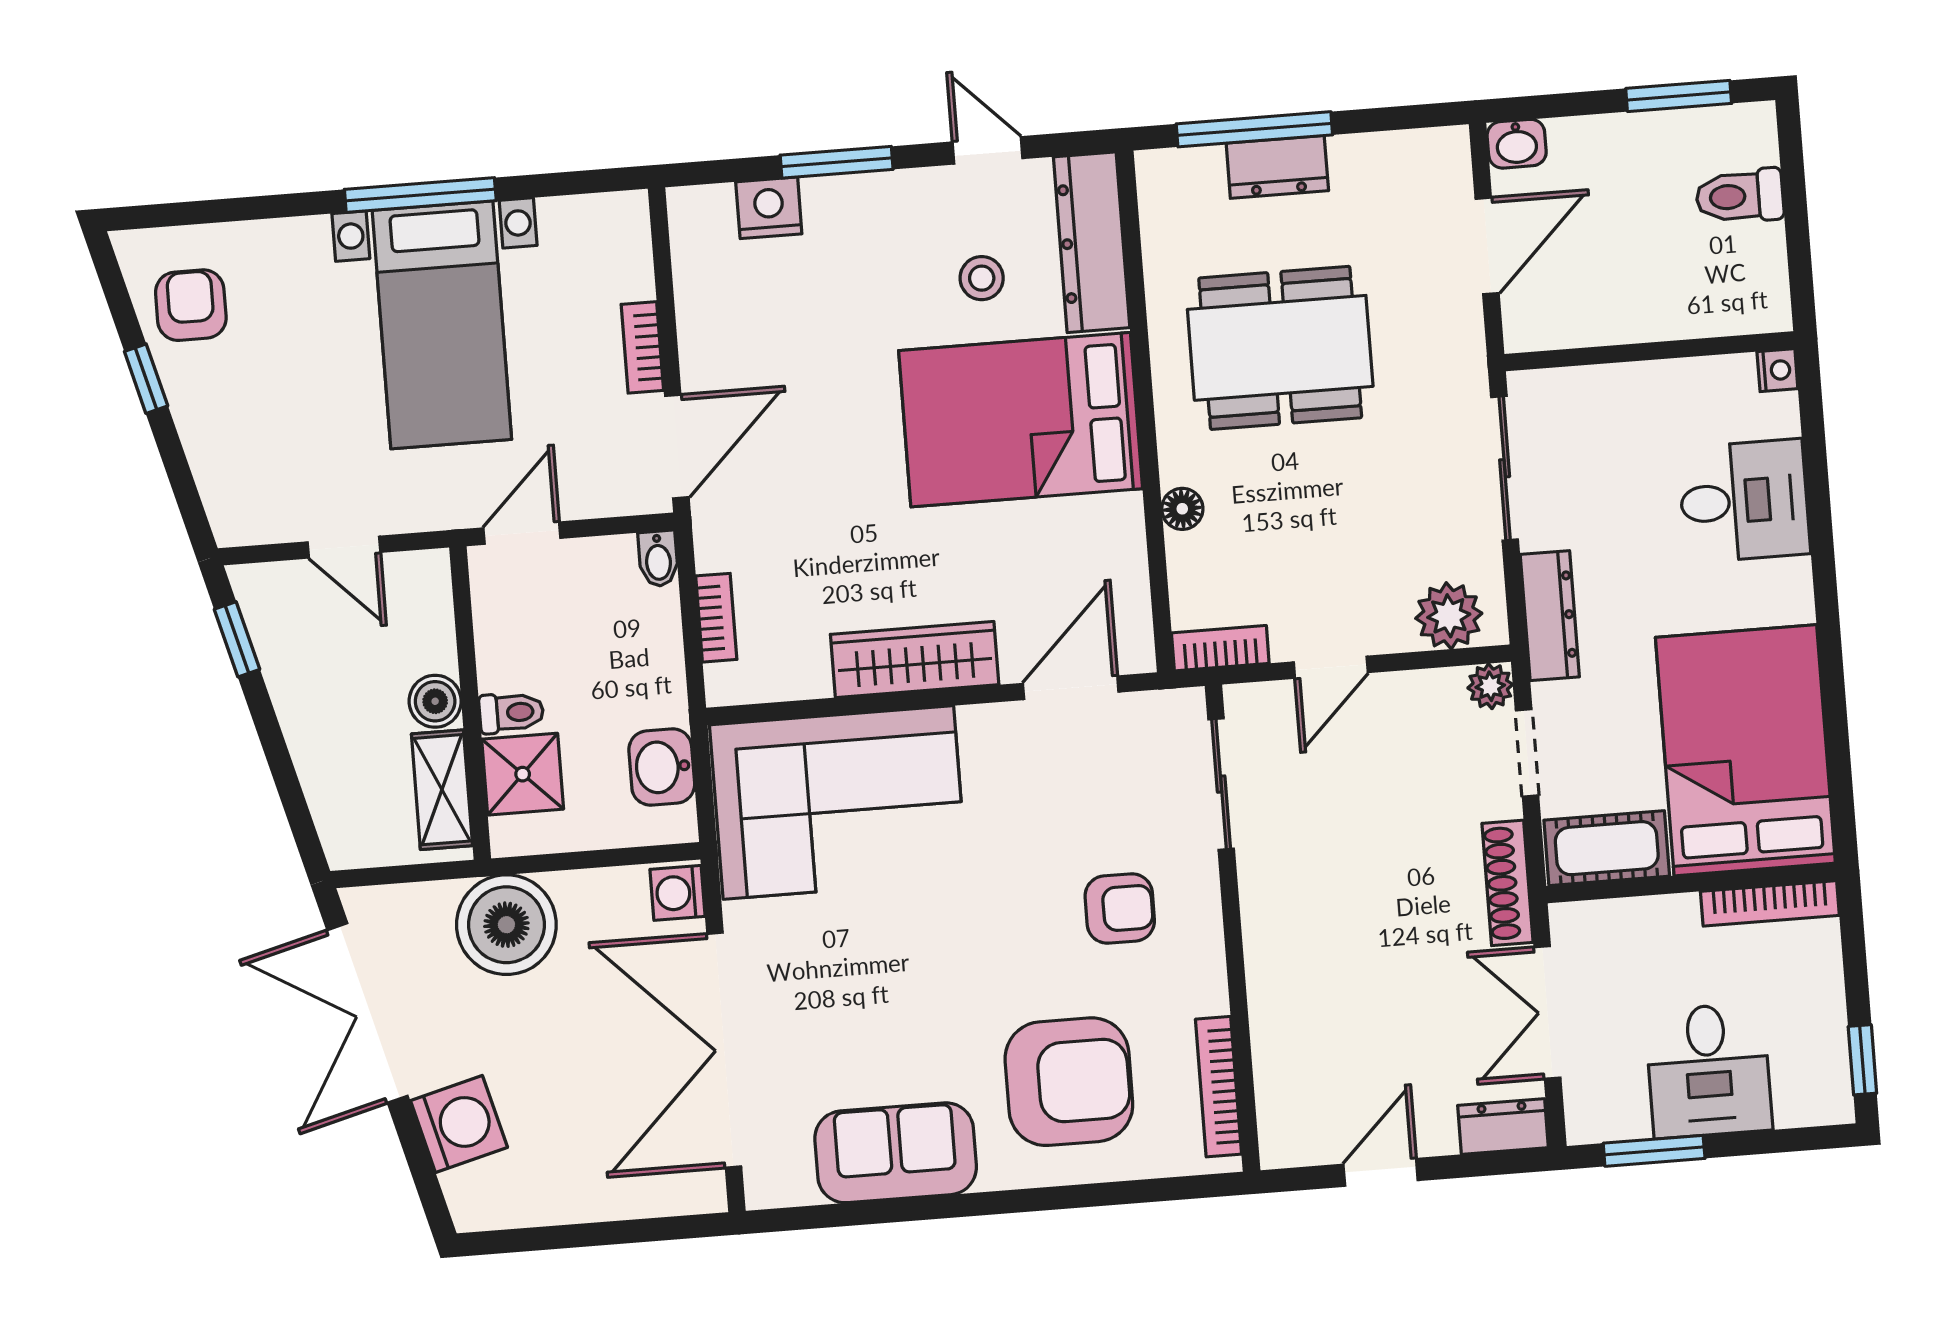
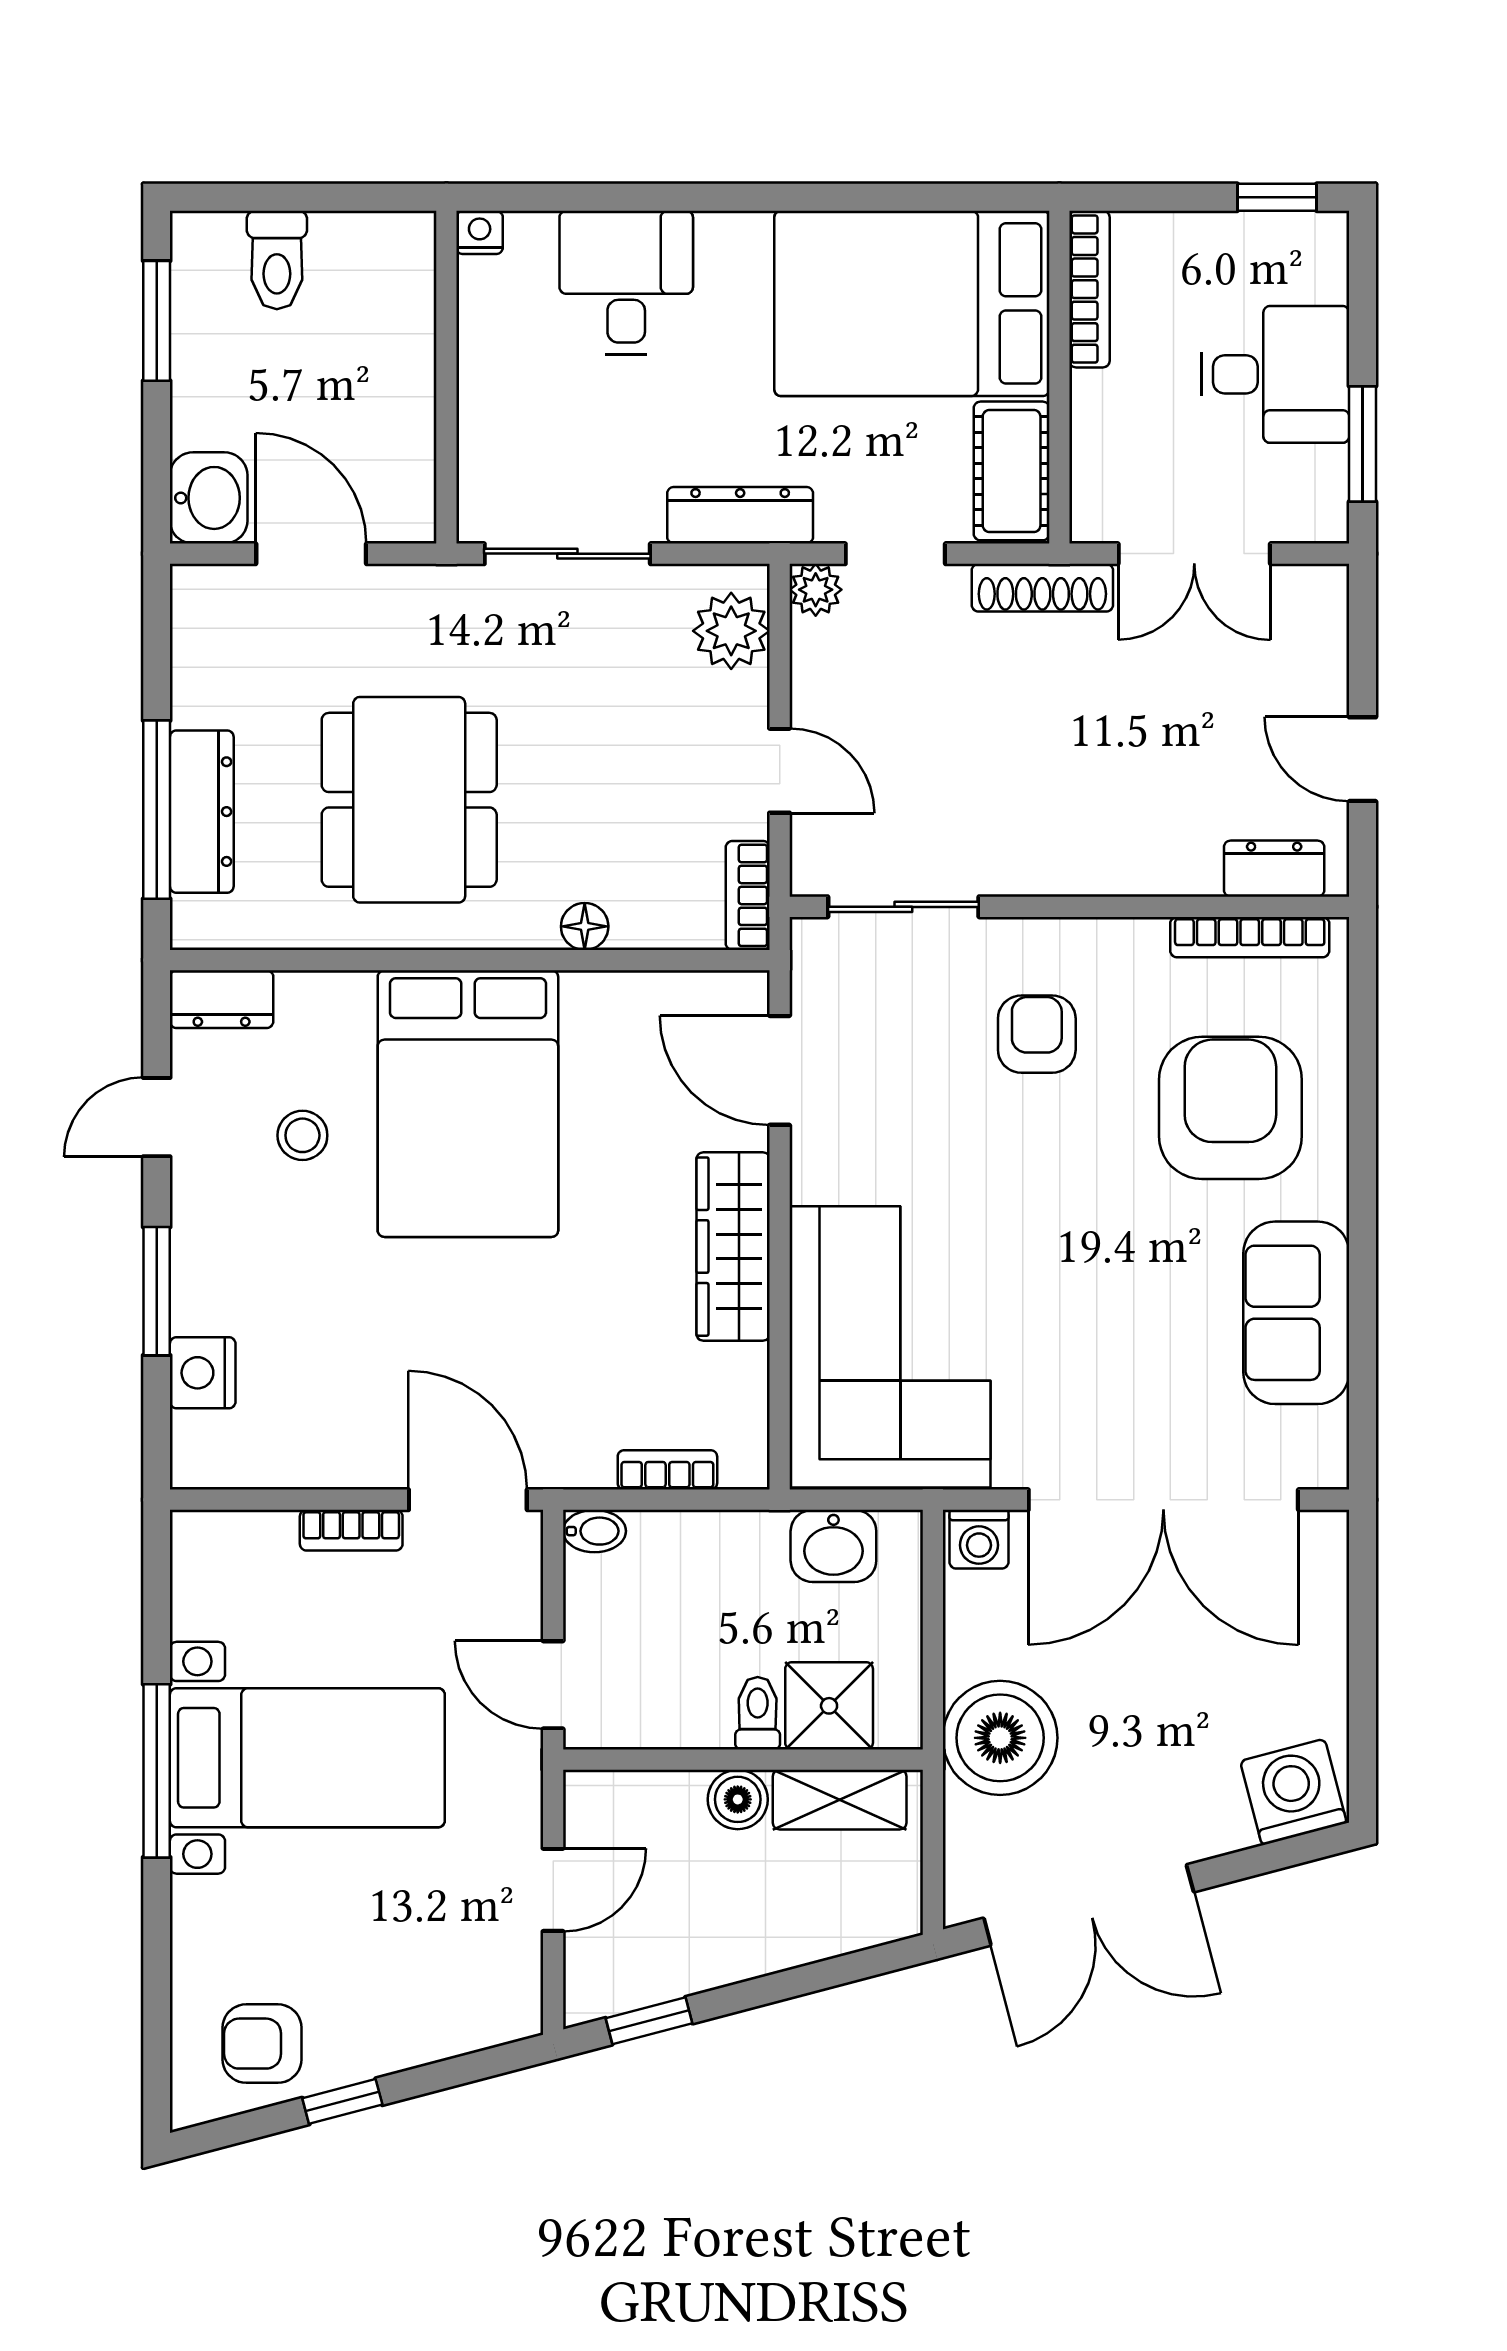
washbasin: (1517, 144) -> (209, 498), width x1.38, depth x1.45
dresser: (1277, 167) -> (202, 812), width x1.44
dresser: (1092, 242) -> (222, 999), width x0.51, depth x0.80
washing machine: (459, 1124) -> (1293, 1792), moved
dresser: (1503, 1127) -> (1274, 869), moved, turned 90

